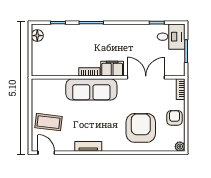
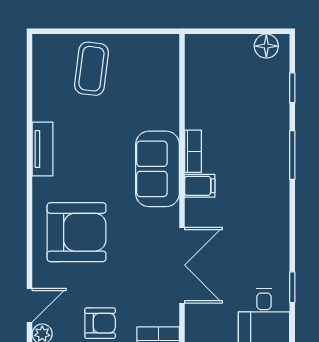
filing cabinet: (112, 69) -> (200, 186), width x0.50
sofa: (91, 89) -> (158, 169), width x0.73
armchair: (141, 128) -> (77, 232), moved
door: (46, 153) -> (30, 305), moved

